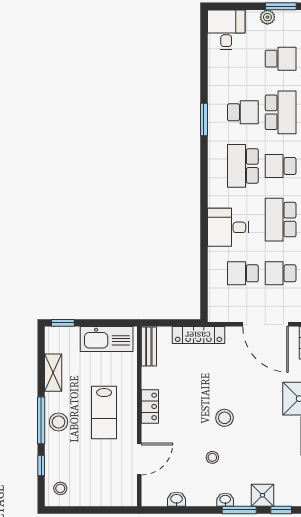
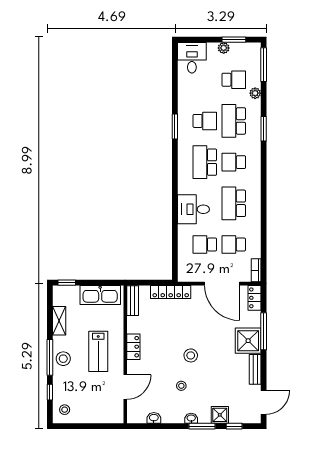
school desk: (281, 112) -> (234, 121), turned 180

